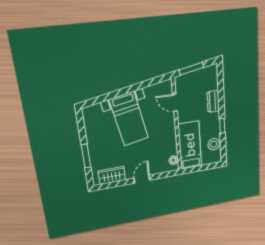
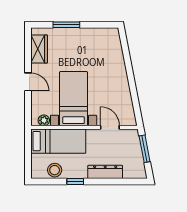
dresser: (213, 101) -> (105, 172), width x1.44
door: (175, 103) -> (110, 127), hinge flipped
bed with nightstands: (129, 119) -> (74, 99), moved, turned 101

